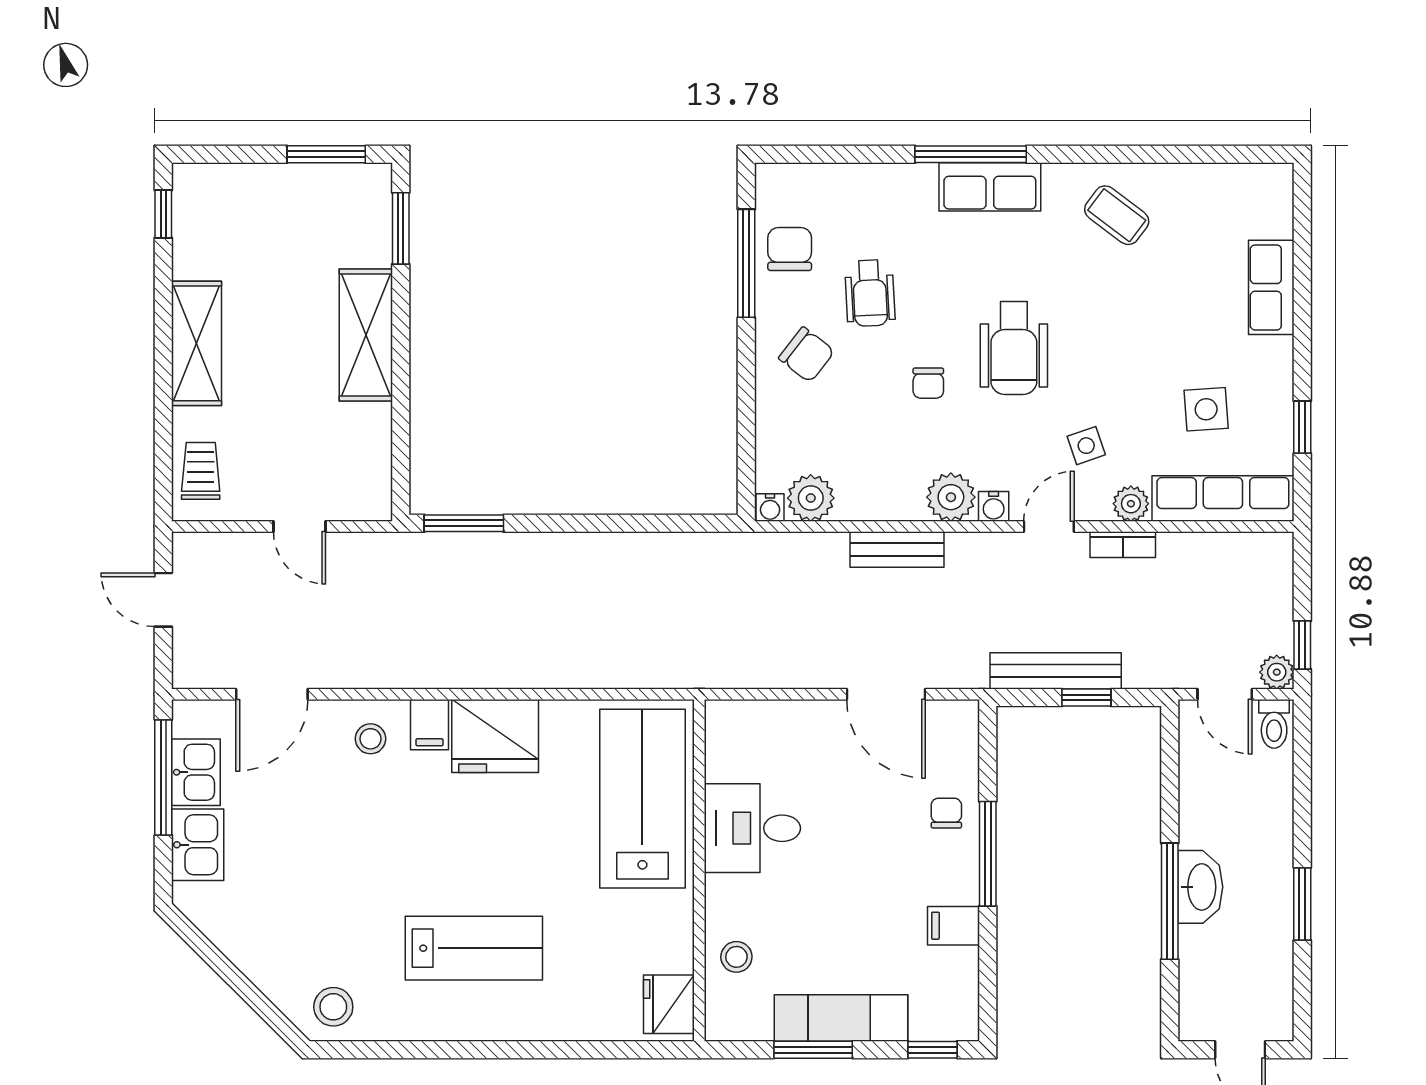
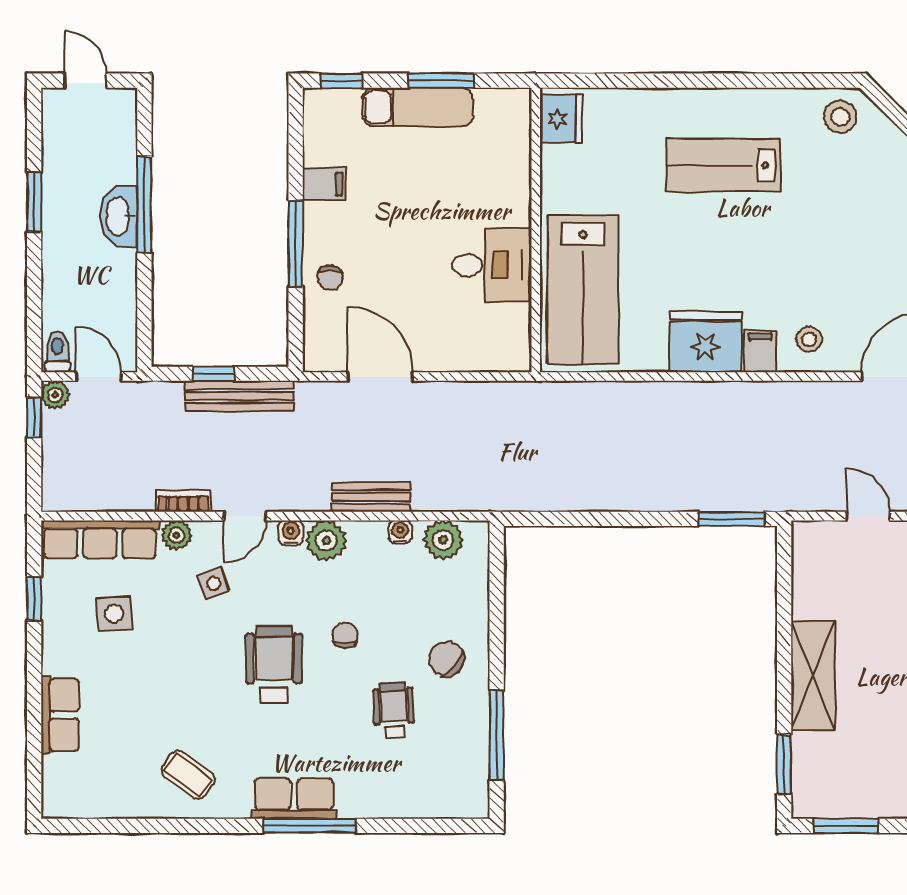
chair: (790, 249) -> (460, 747), removed
water cooler: (770, 508) -> (400, 532), moved
stool: (736, 957) -> (505, 158), removed

